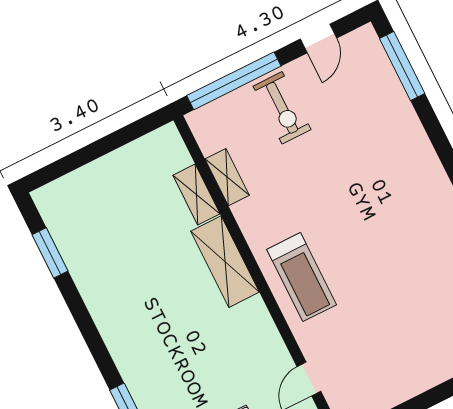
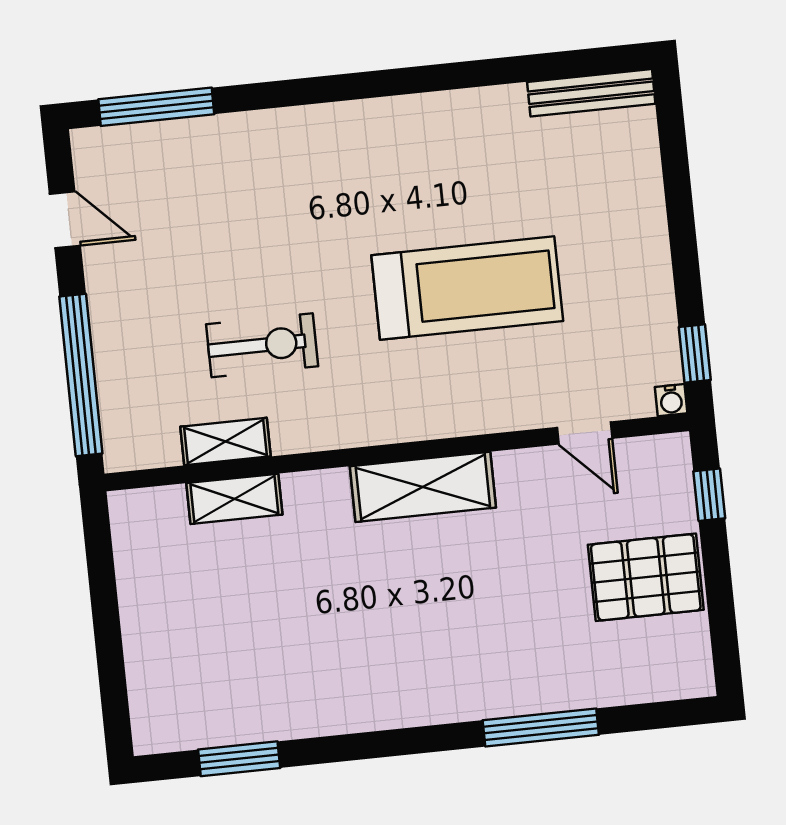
exercise bike: (282, 108) -> (262, 345), moved
shelving: (225, 262) -> (423, 487), moved
treadmill: (302, 277) -> (467, 288), moved, width x1.37, depth x1.38

